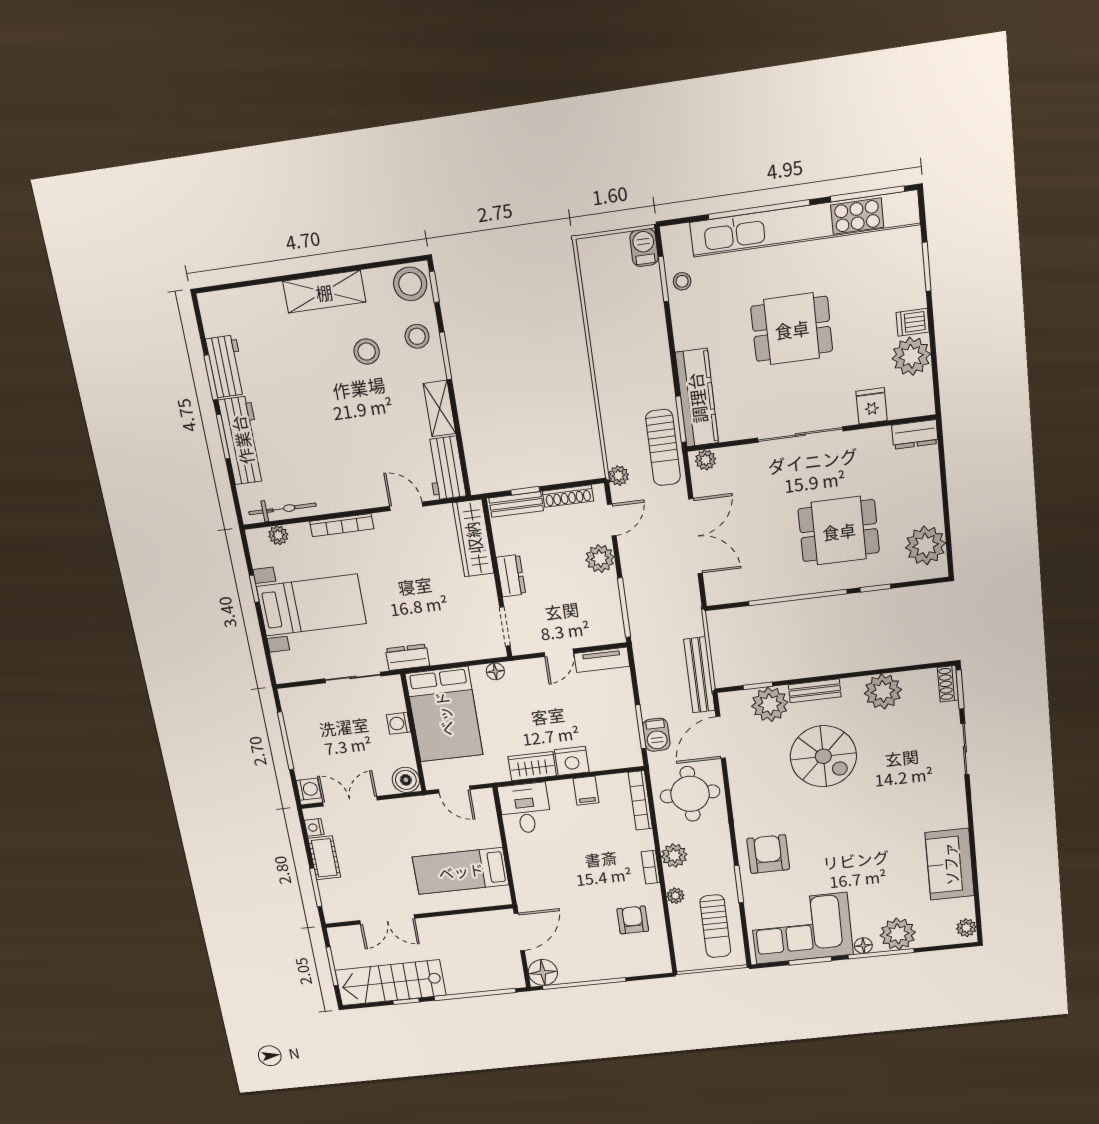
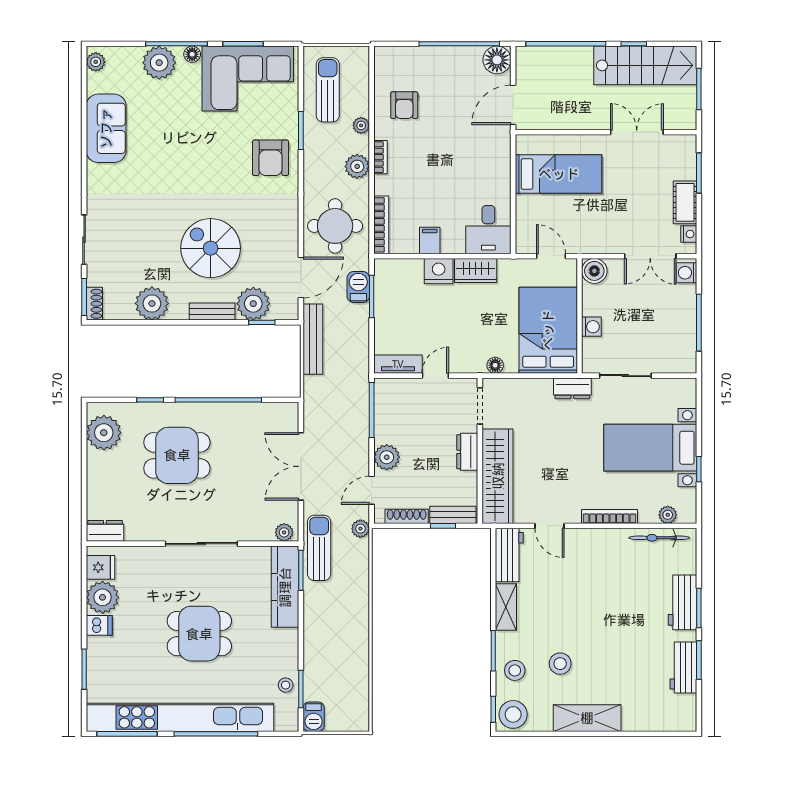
fridge: (872, 406) -> (100, 567), moved, turned -90
workbench: (242, 440) -> (683, 602), width x0.73
wardrobe: (473, 538) -> (498, 476), width x1.40, depth x1.17

